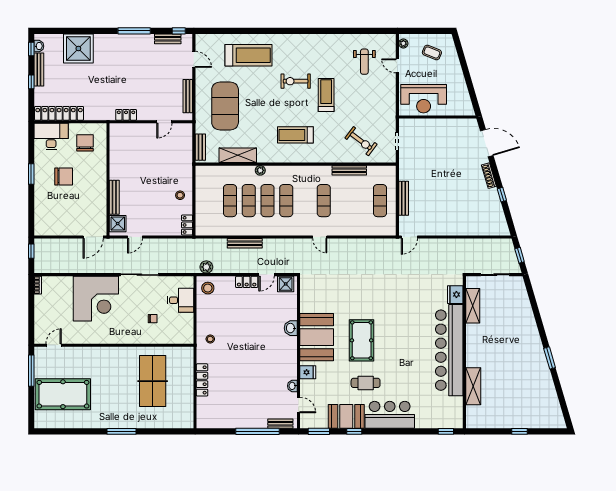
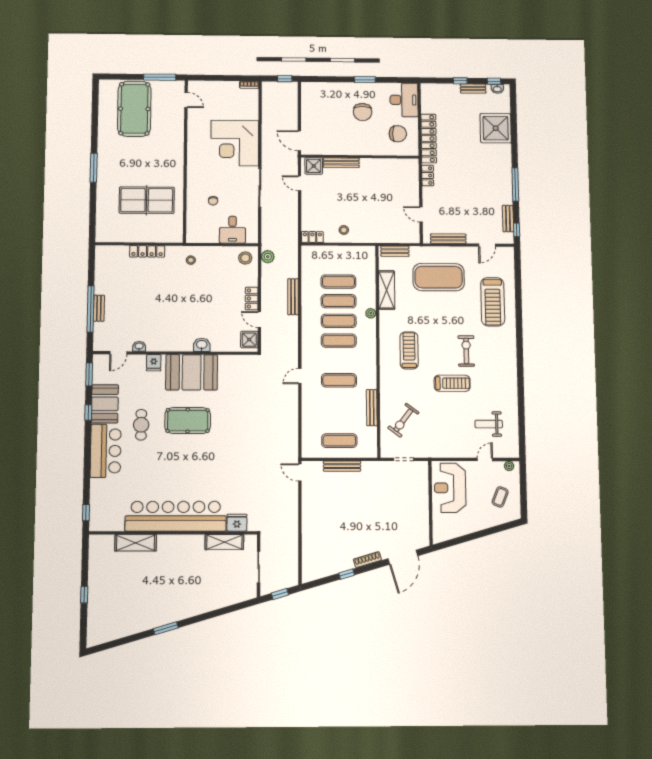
bench: (39, 69) -> (473, 89), width x0.73
locker: (59, 113) -> (429, 139), moved
bench: (280, 424) -> (99, 308), moved

